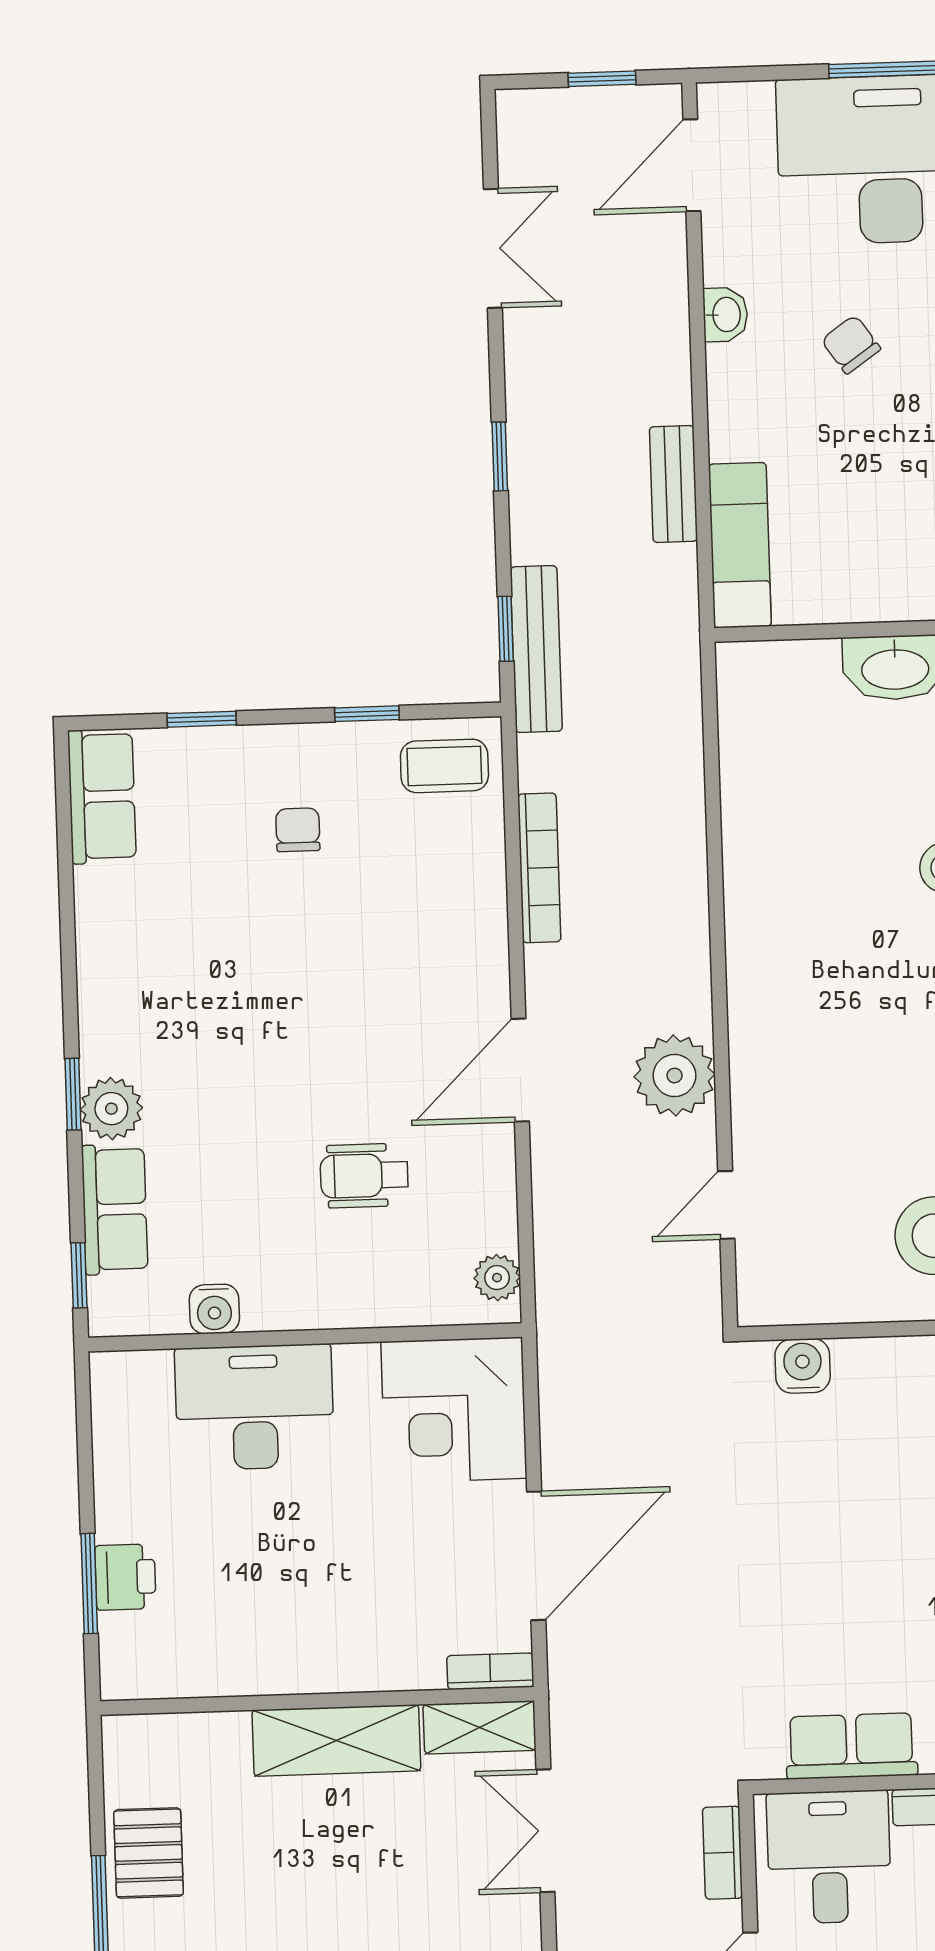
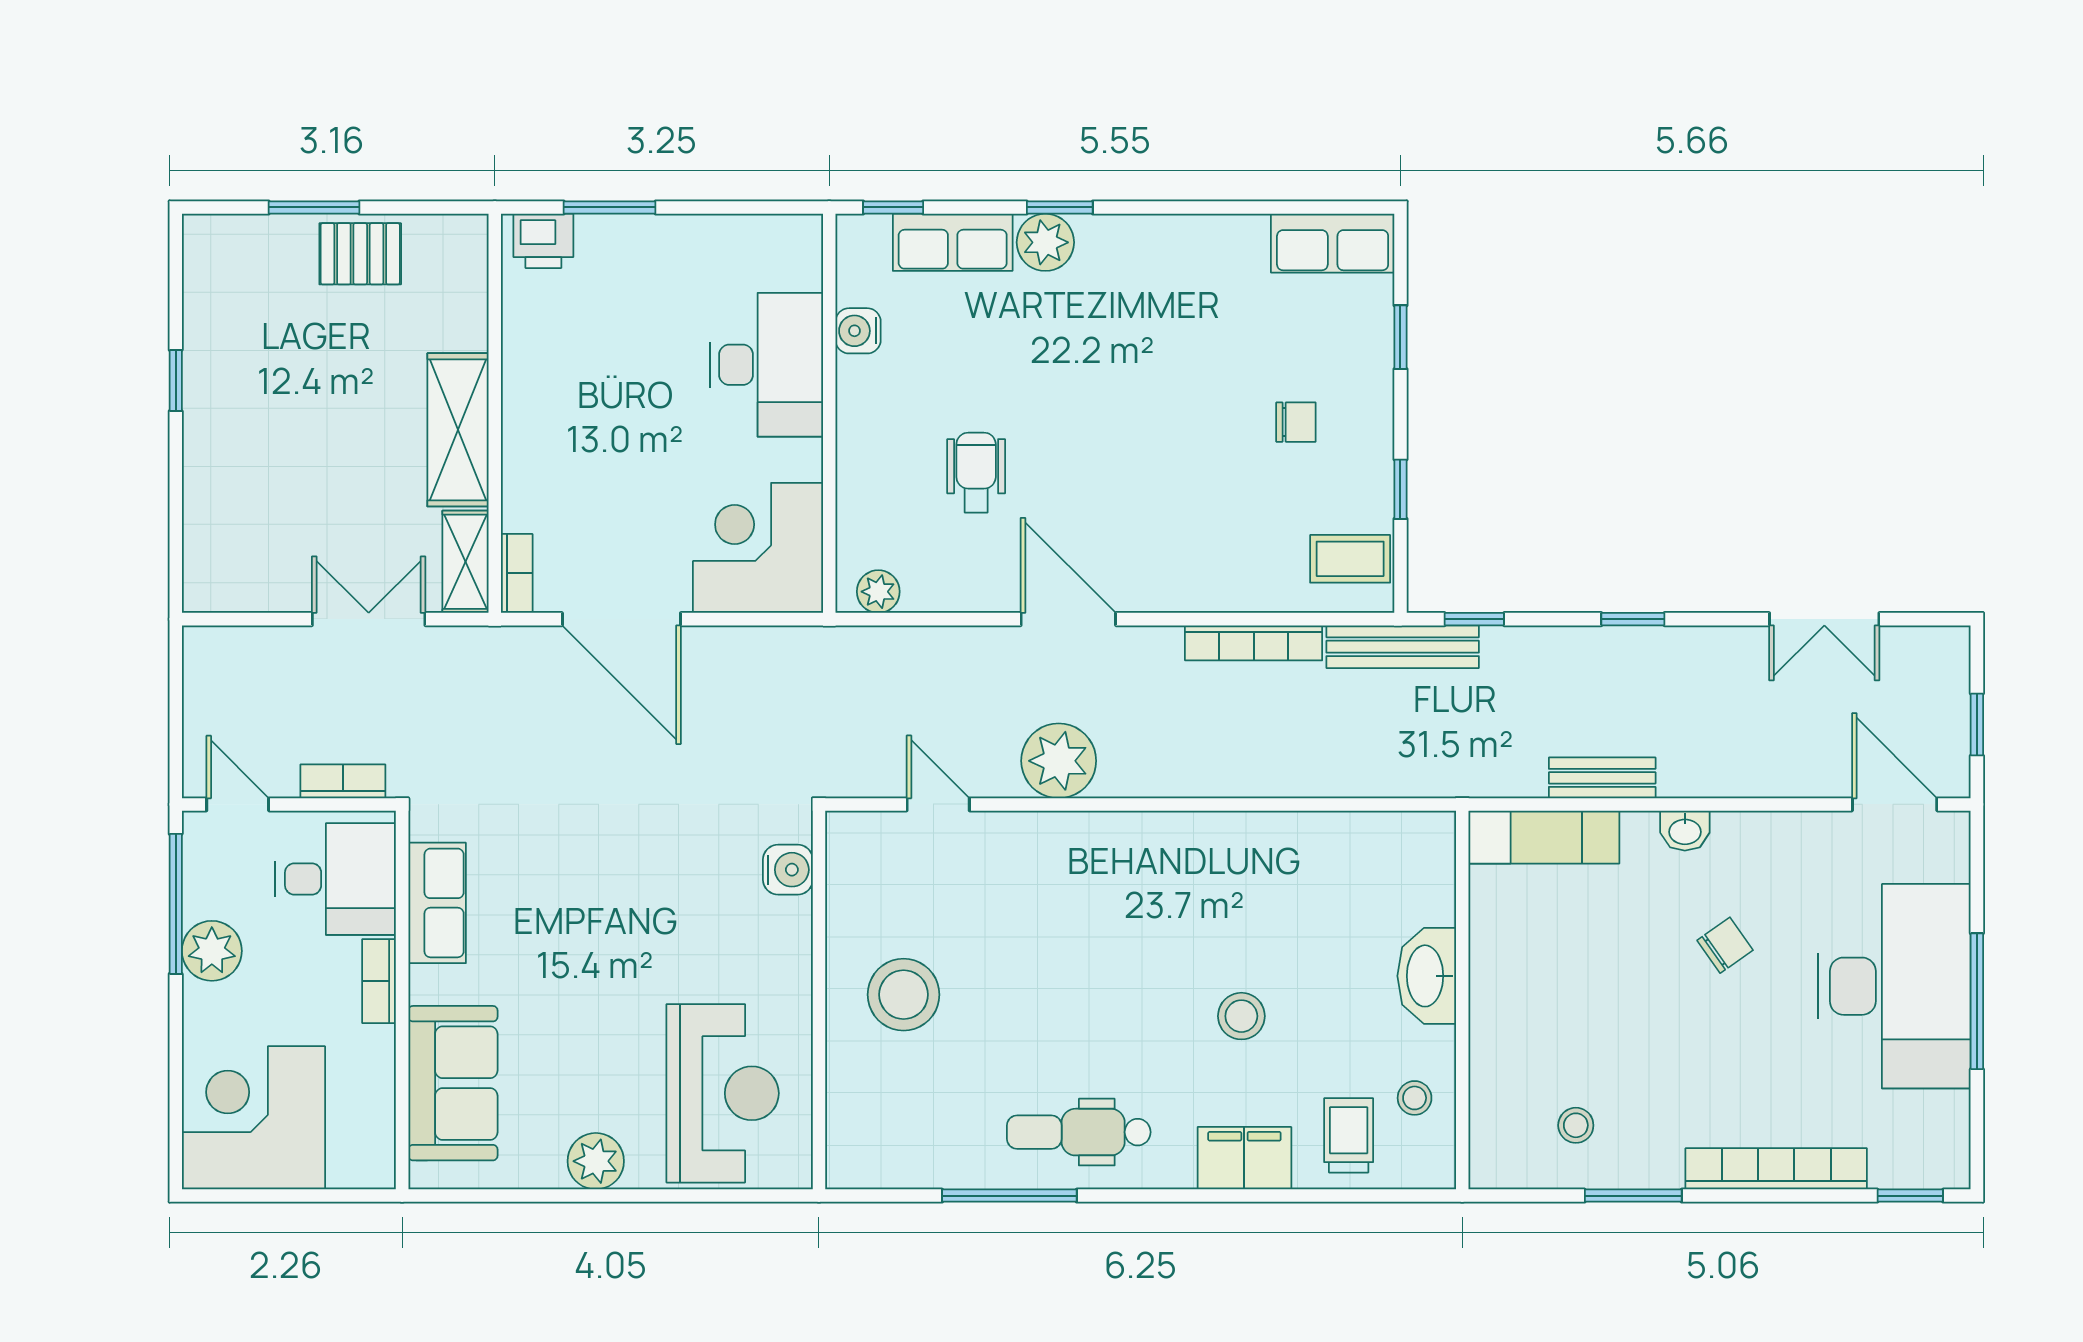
washbasin: (725, 315) -> (1685, 831), moved
bench: (536, 649) -> (1403, 647), moved
coffee table: (444, 766) -> (1350, 559), turned 90
printer: (125, 1577) -> (543, 241), moved

